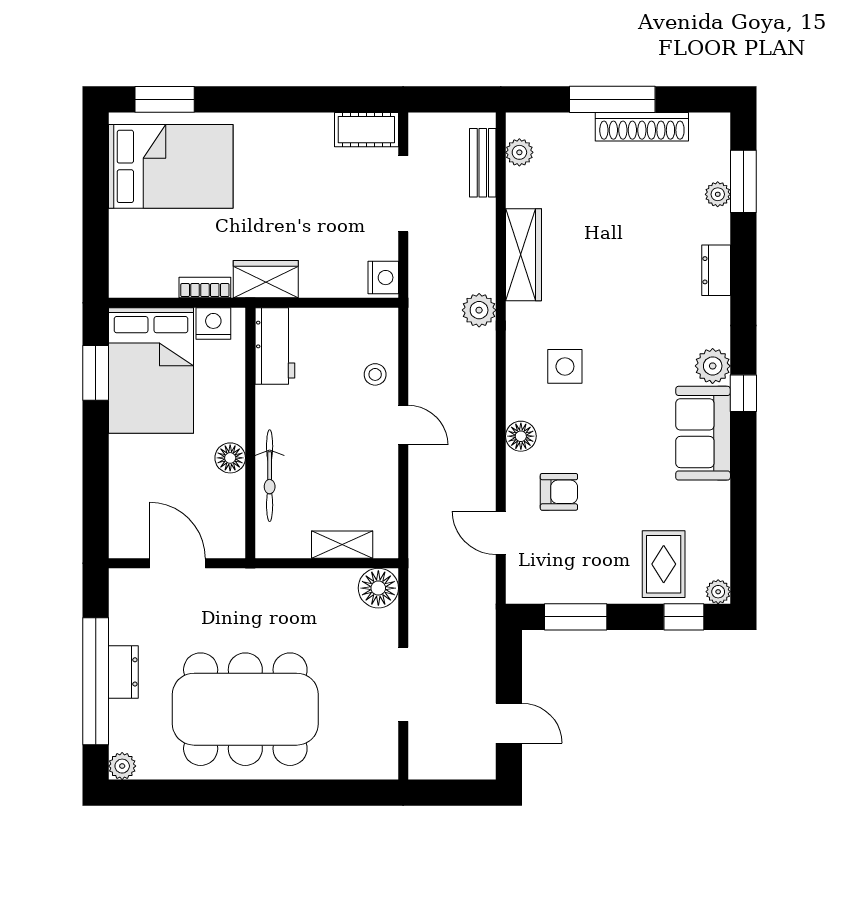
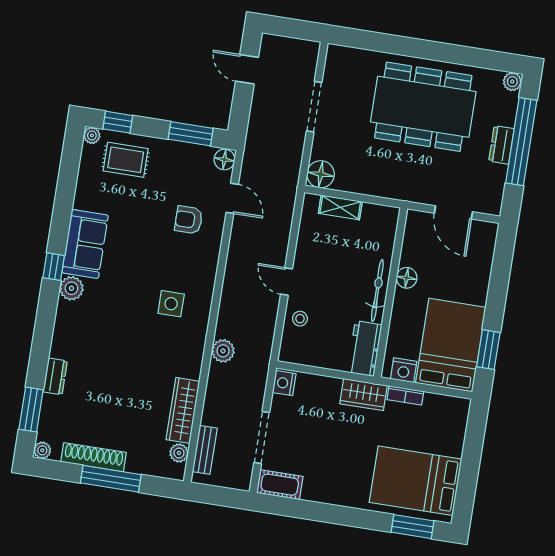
plant: (718, 194) -> (42, 450), moved
wardrobe: (523, 255) -> (183, 410), moved
dresser: (716, 270) -> (55, 376), moved
floor lamp: (521, 436) -> (224, 159), moved
bicycle: (270, 476) -> (377, 290), moved
rug: (664, 564) -> (126, 160), turned 90

